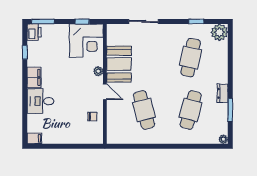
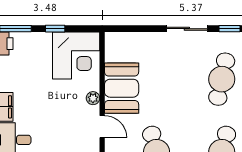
window: (82, 21) -> (55, 29), moved
sliding door: (144, 21) -> (187, 29), moved

